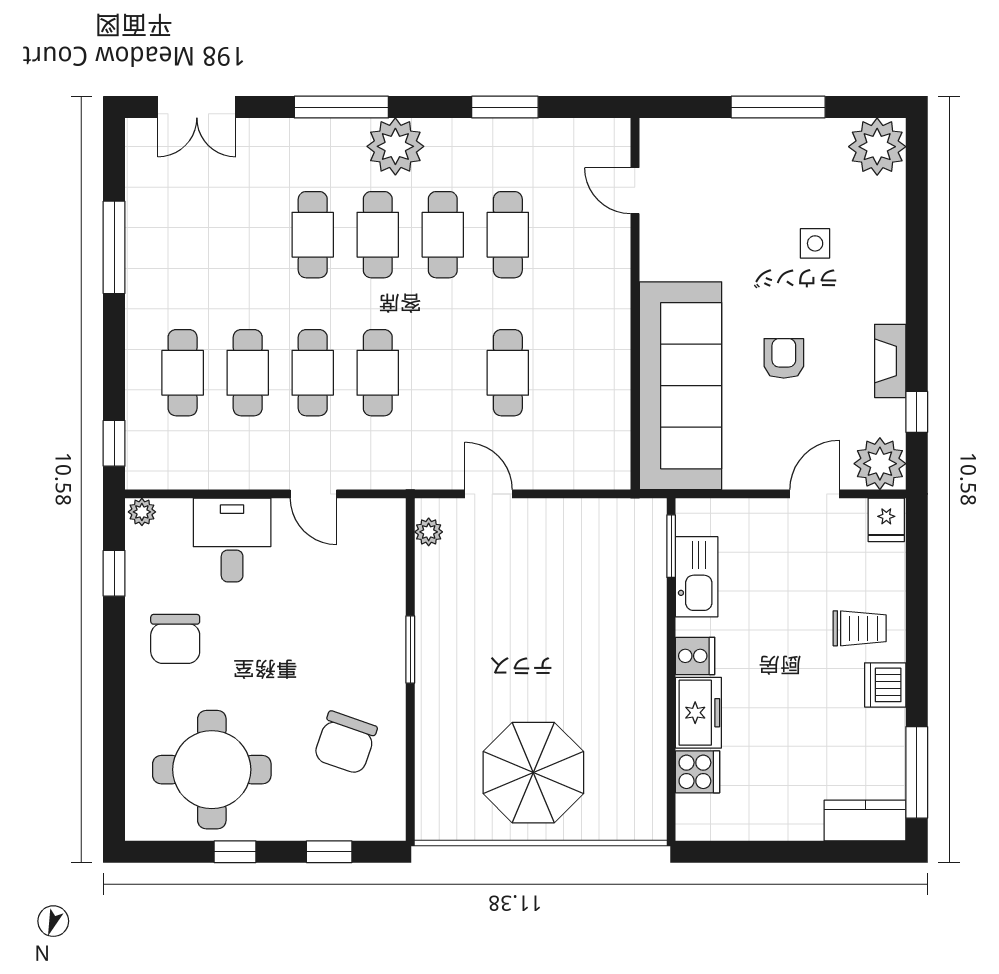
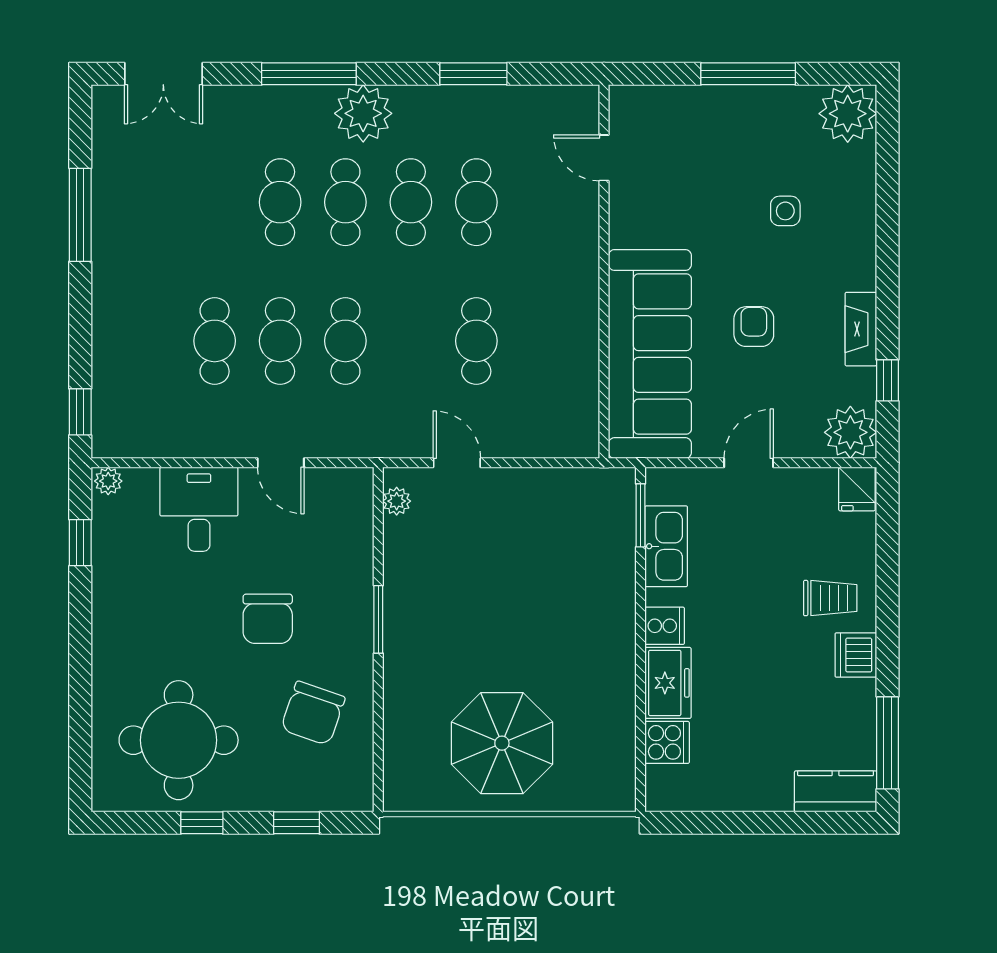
cafe table: (183, 373) -> (149, 341), removed
door: (814, 494) -> (749, 463), moved
chair: (175, 639) -> (268, 619), moved

